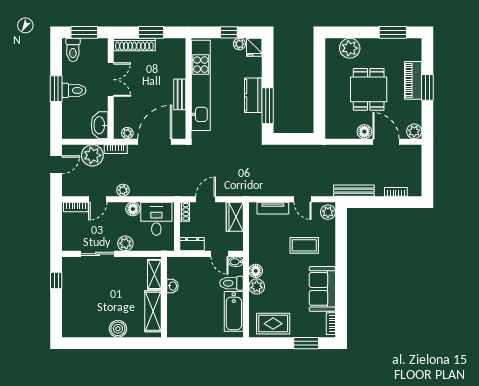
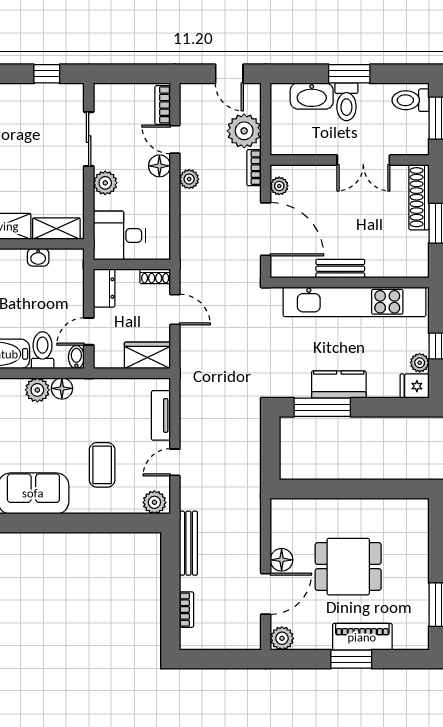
plant: (350, 48) -> (413, 537), removed
washbasin: (100, 125) -> (312, 96), moved, turned 180
floor lamp: (133, 209) -> (159, 166), moved
desk: (156, 219) -> (120, 235), moved, turned 180

